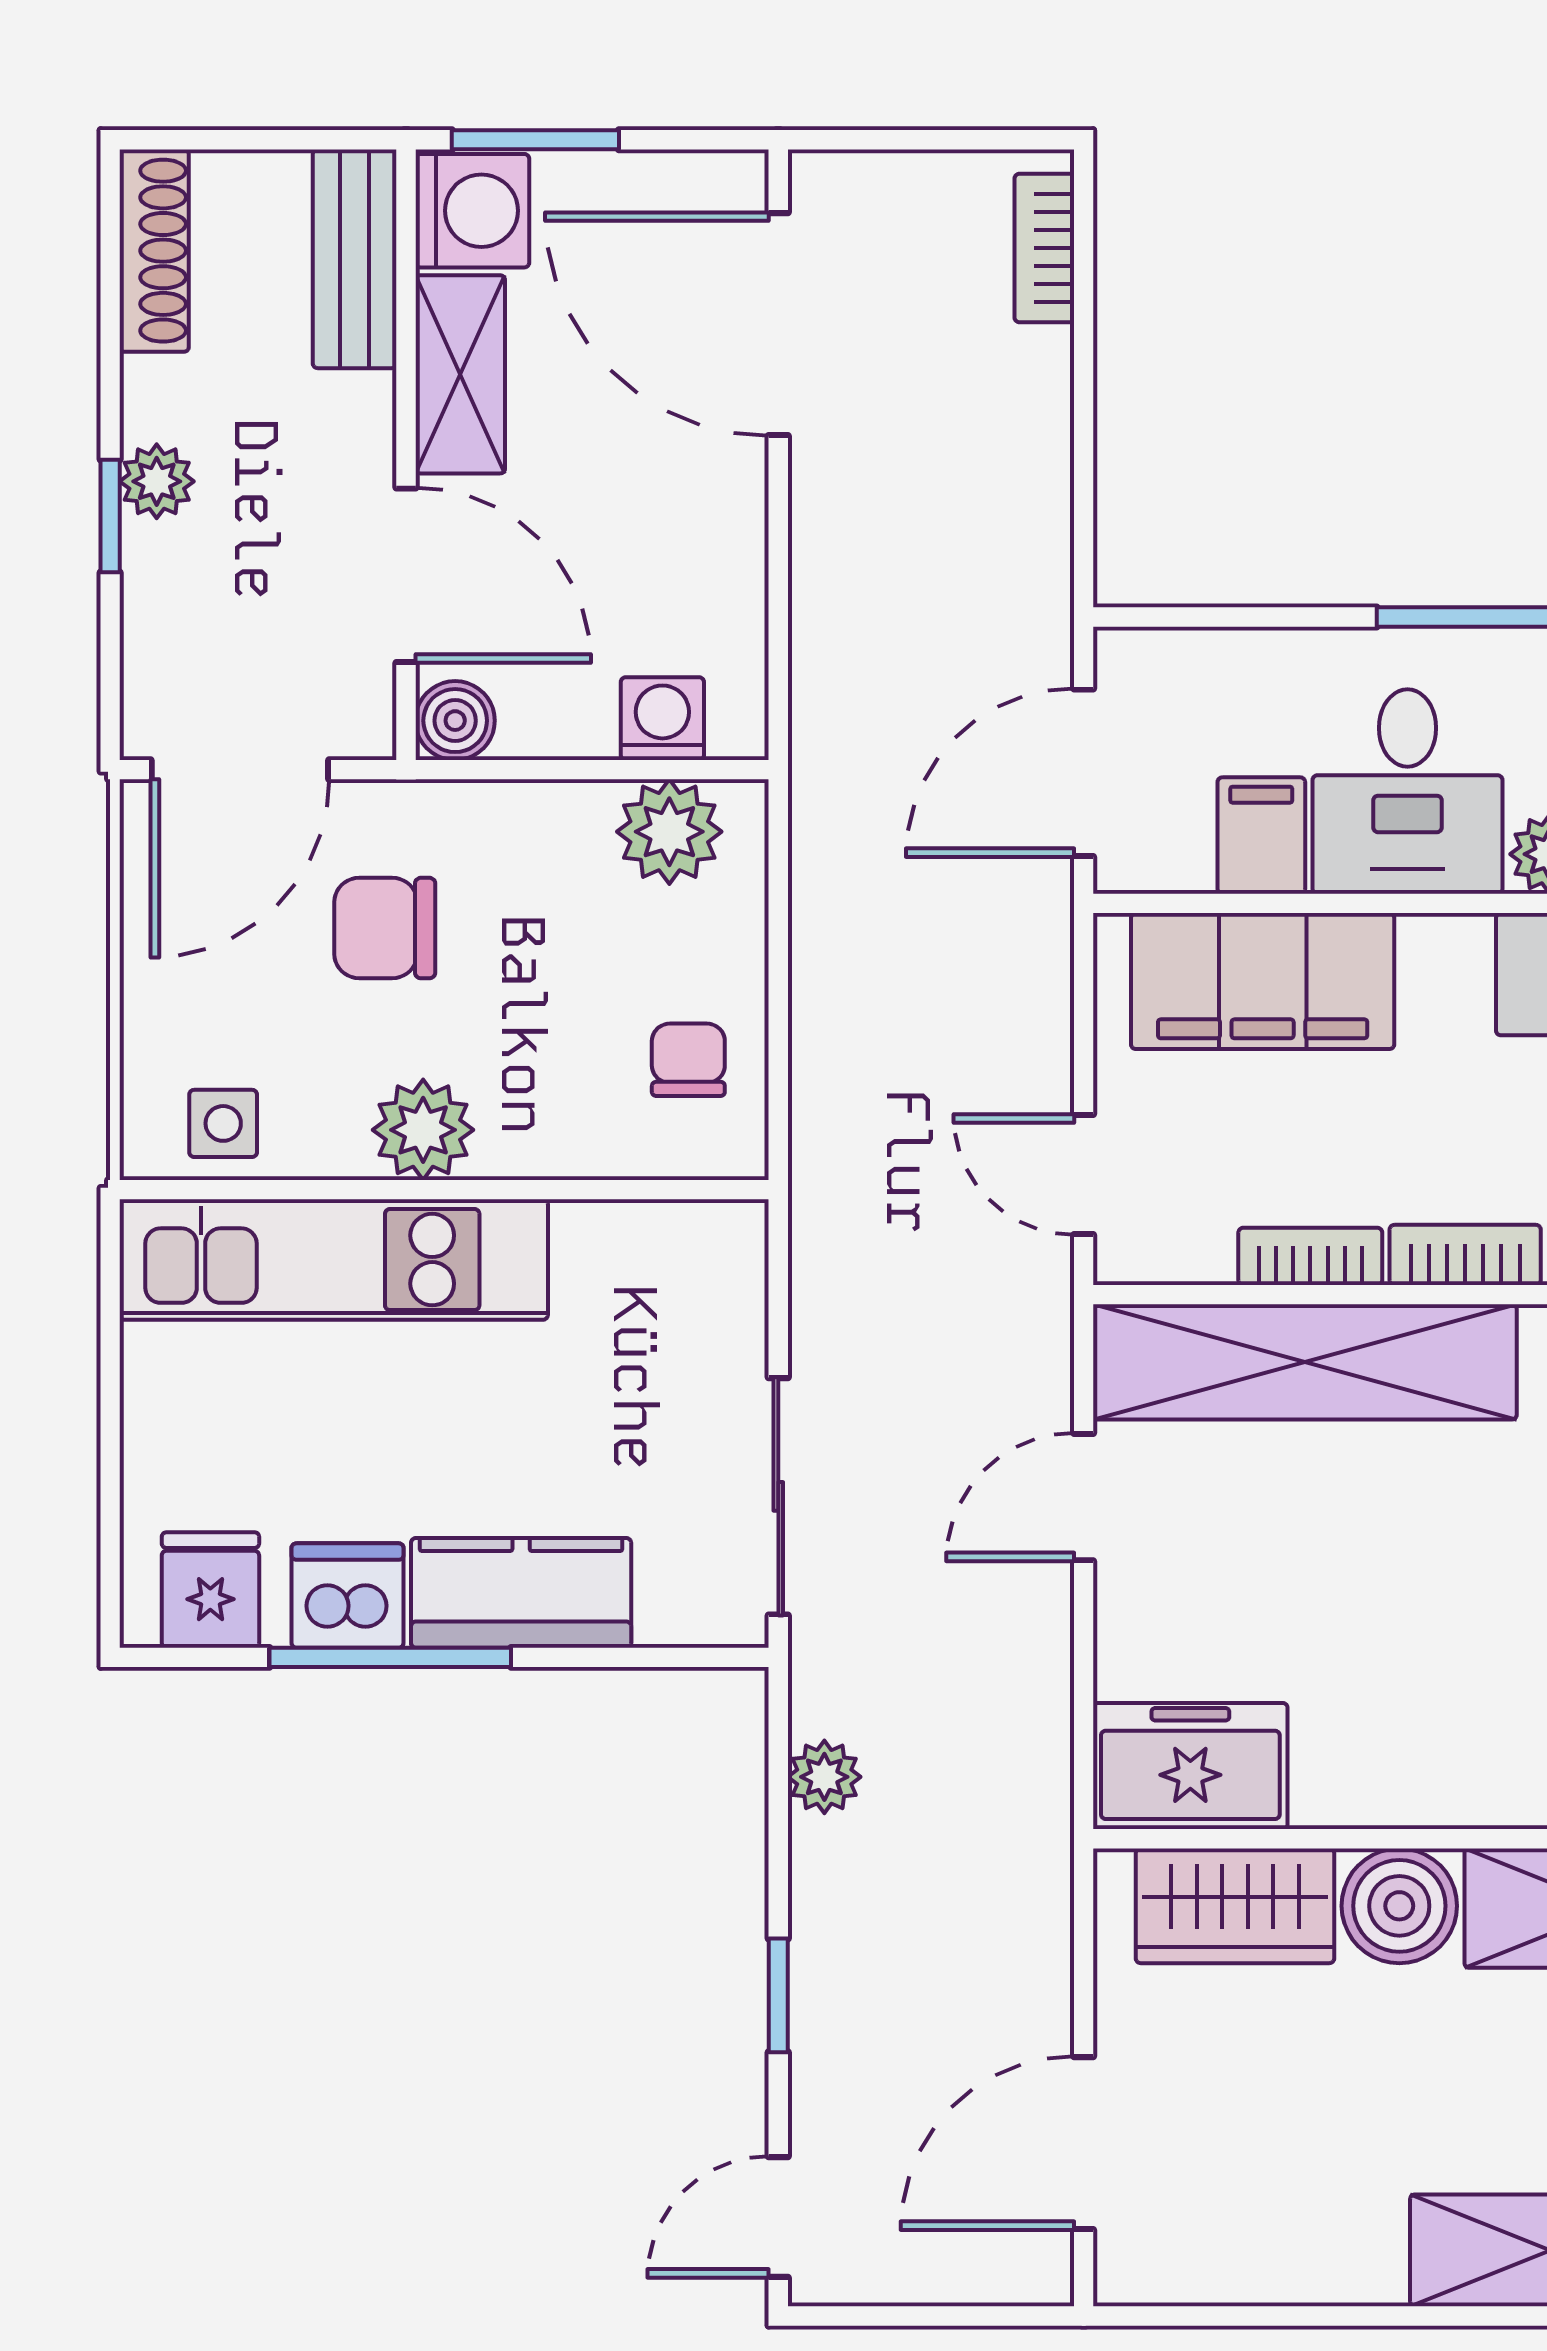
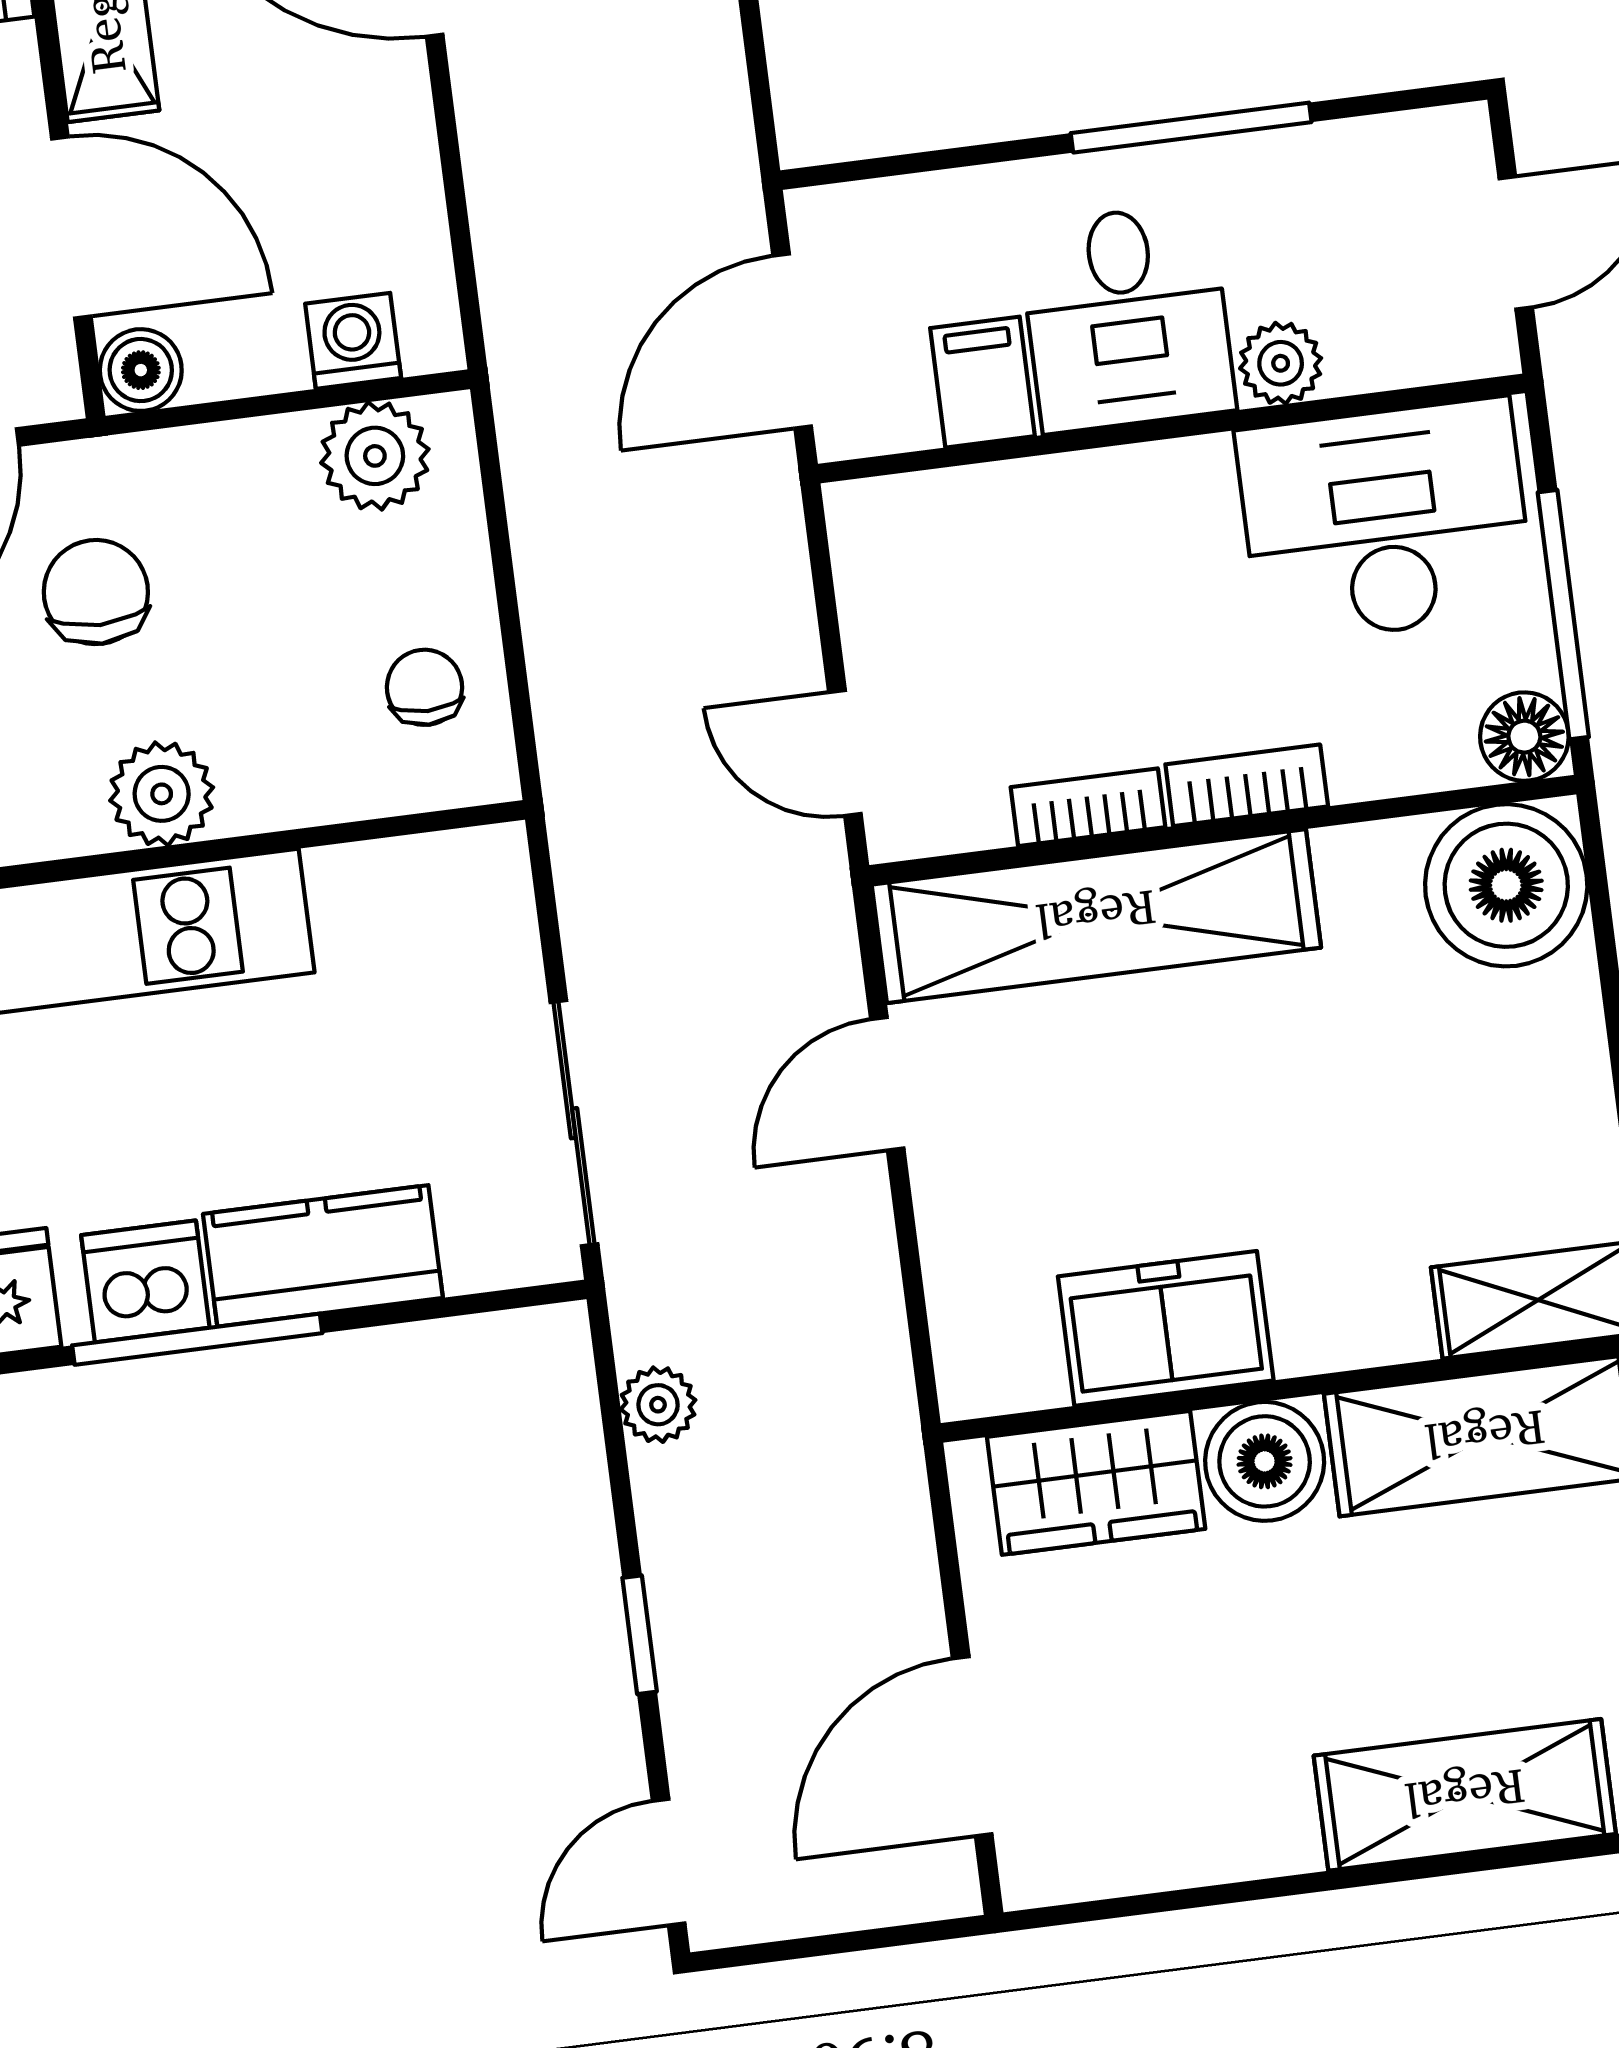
chair: (385, 928) -> (96, 592), turned 90
filing cabinet: (1263, 981) -> (1003, 531), removed
freezer: (1190, 1766) -> (1166, 1328), moved

